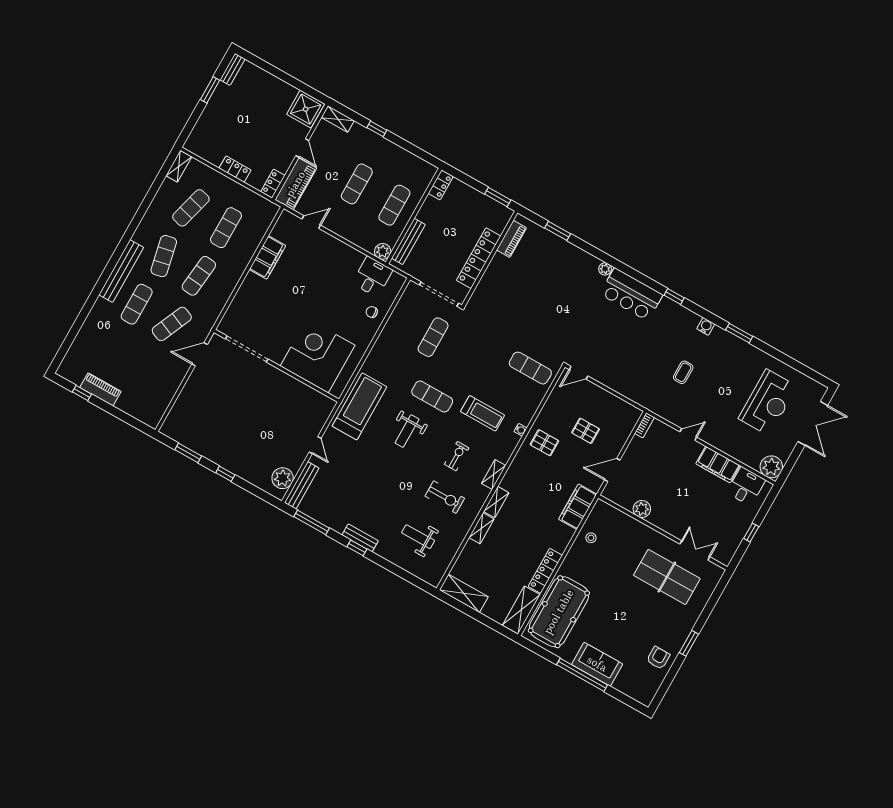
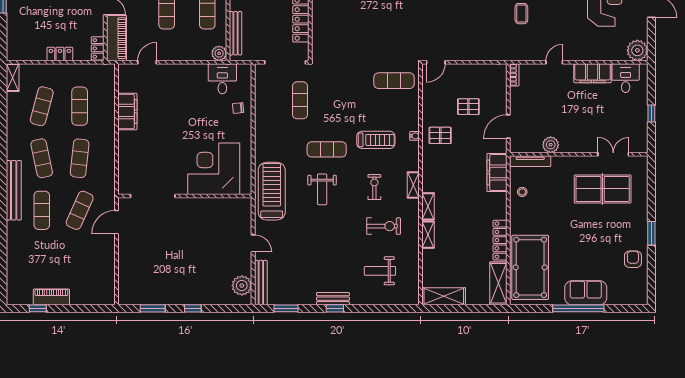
tv unit: (614, 514) -> (530, 161), added
window: (312, 522) -> (286, 308), width x0.69

